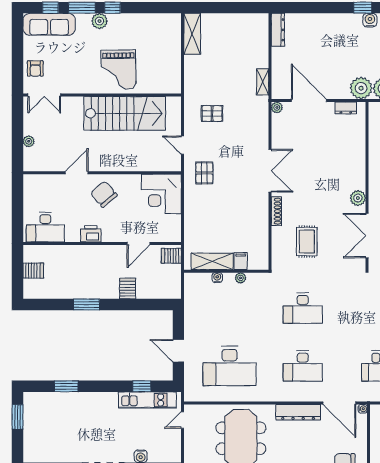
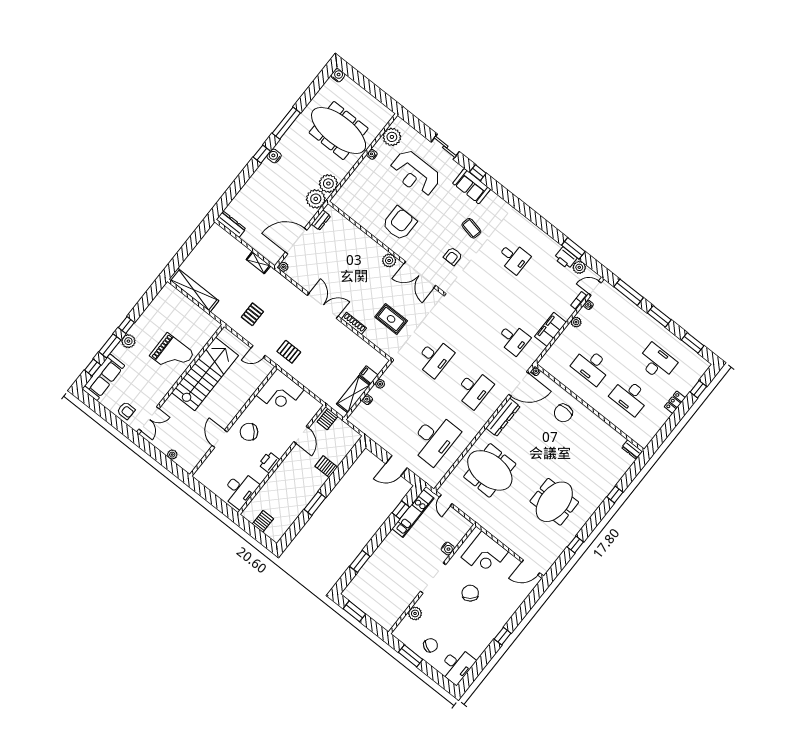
shelving: (192, 34) -> (194, 290), width x1.47

